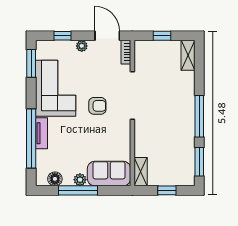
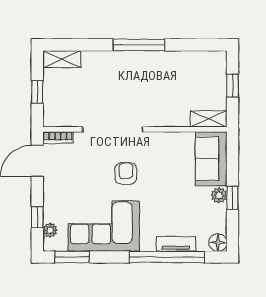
plant: (82, 46) -> (50, 230), moved
tv unit: (42, 133) -> (176, 244), moved
window: (199, 162) -> (196, 45), removed
floor lamp: (55, 179) -> (218, 242), moved
window: (78, 190) -> (232, 198), width x0.46

